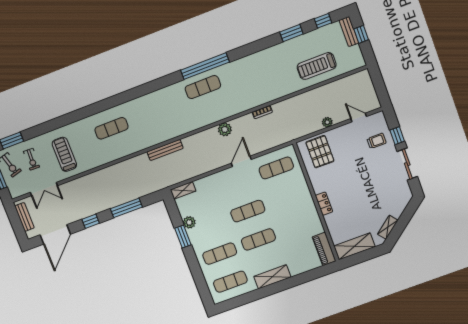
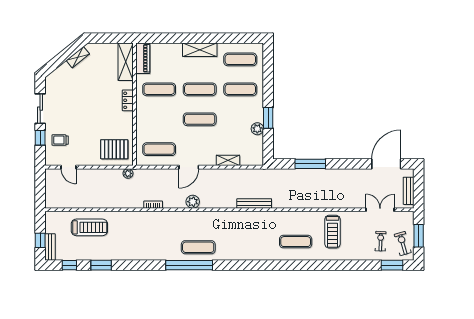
plant: (327, 122) -> (128, 173), moved
pallet: (320, 152) -> (114, 149), turned 90
treadmill: (64, 154) -> (332, 232), moved
shelving: (183, 190) -> (228, 160), moved
window: (91, 221) -> (348, 164), removed
exercise mat: (297, 225) -> (159, 89), added
shelving: (354, 246) -> (126, 62), moved, turned 90

